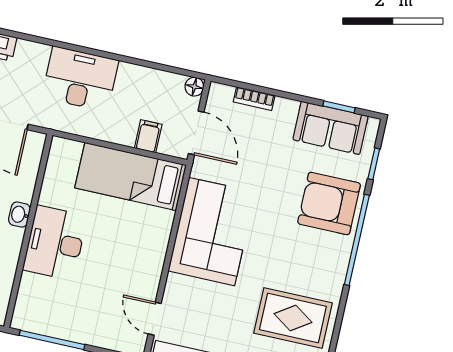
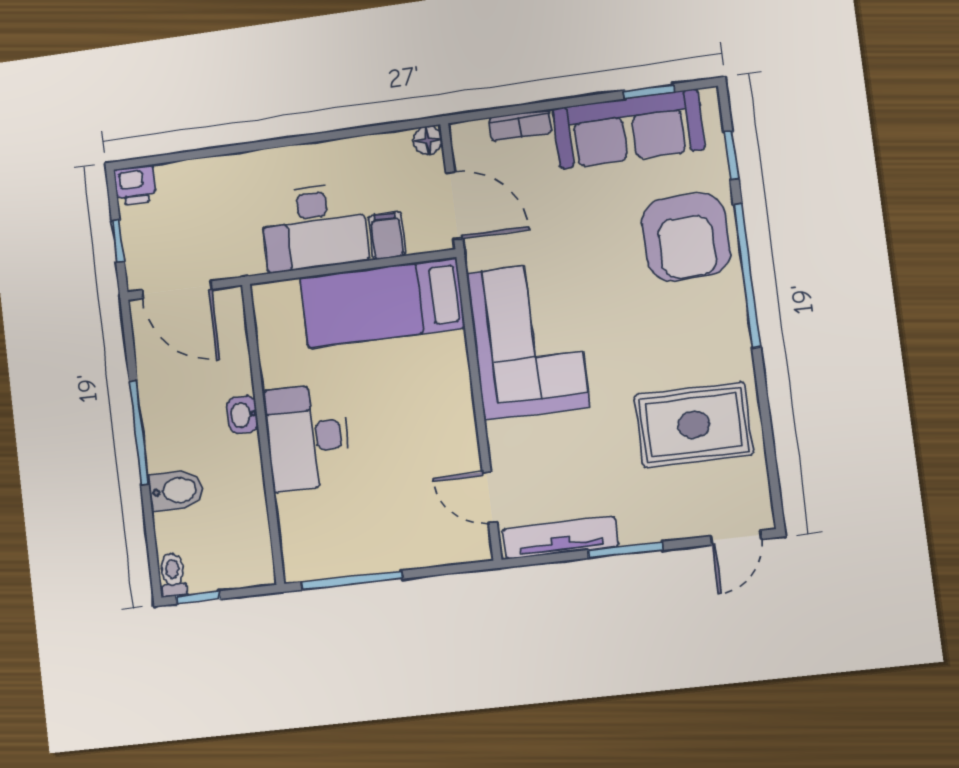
desk: (80, 79) -> (314, 227), moved, turned 180
sofa: (331, 128) -> (628, 129), width x1.36
armchair: (329, 203) -> (686, 237), turned -91

